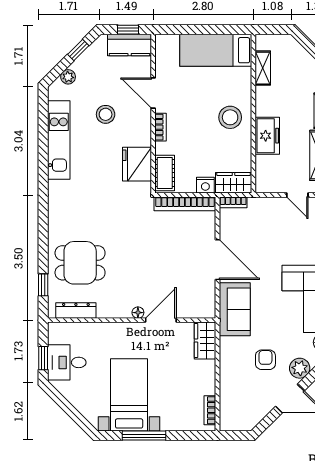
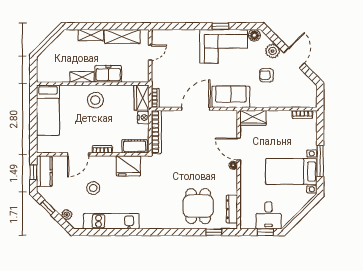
shelving: (263, 68) -> (82, 77), moved

